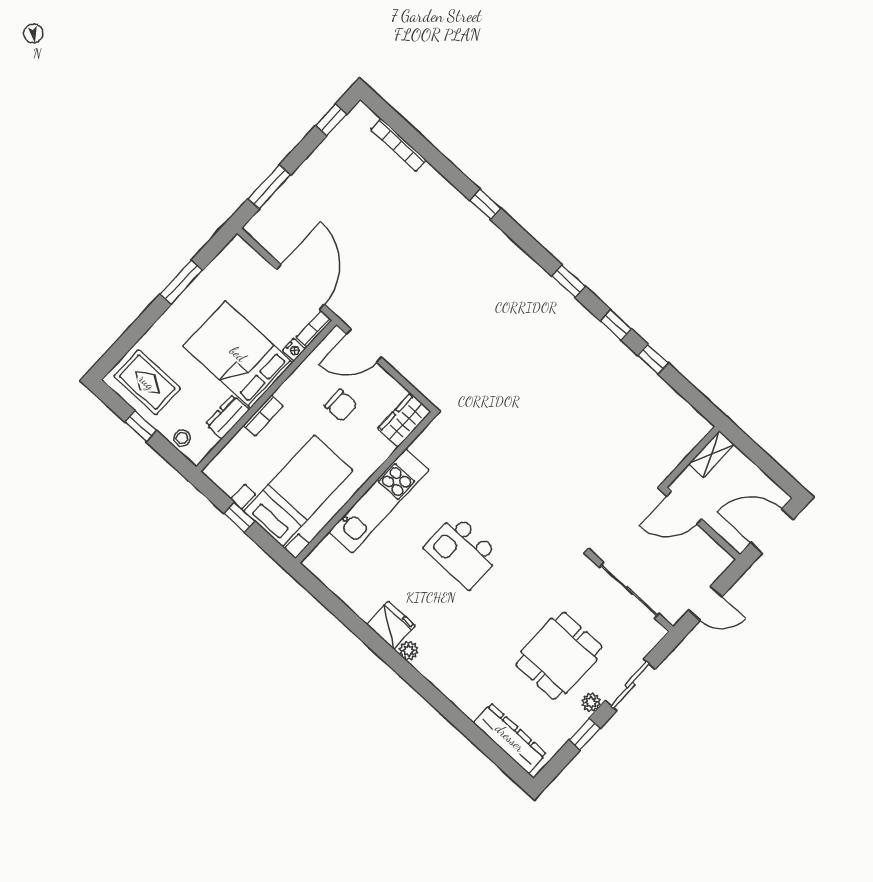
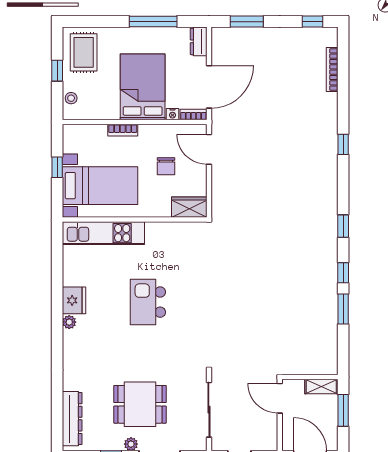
window: (181, 282) -> (153, 22), width x1.44
window: (653, 359) -> (343, 309), width x1.50
dresser: (227, 417) -> (199, 41), moved, turned -90
window: (756, 454) -> (343, 410), added
kitchen unit: (379, 501) -> (103, 233), moved

